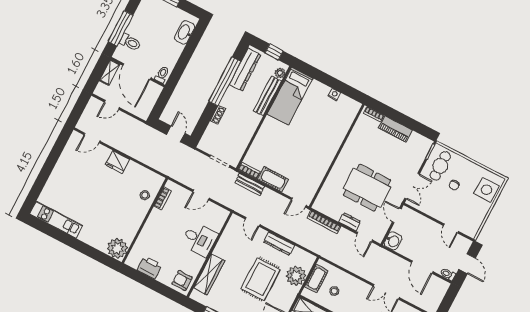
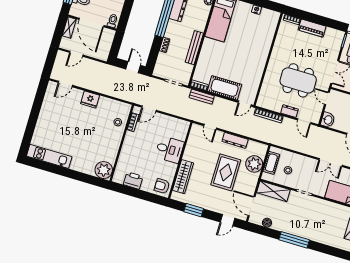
bench: (267, 96) -> (194, 48), moved
cot: (273, 179) -> (225, 88), width x1.37, depth x1.34
door: (201, 195) -> (149, 109), moved

